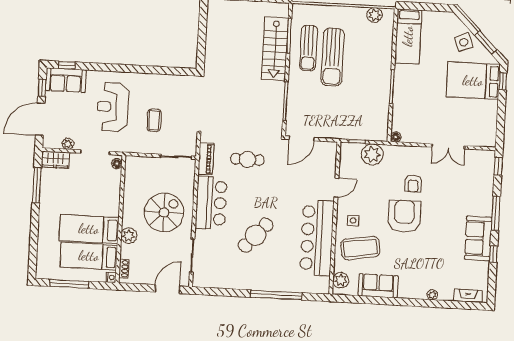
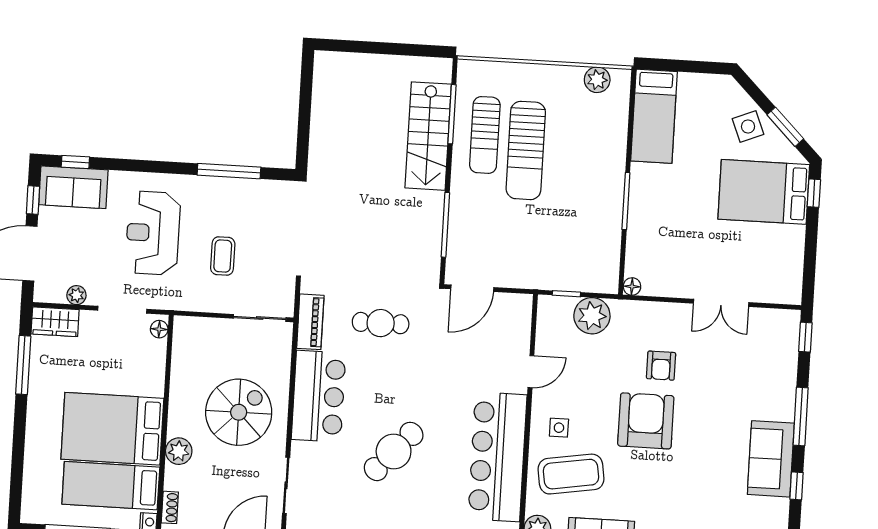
window: (158, 70) -> (229, 171), added
bed: (89, 229) -> (112, 429), width x1.50

